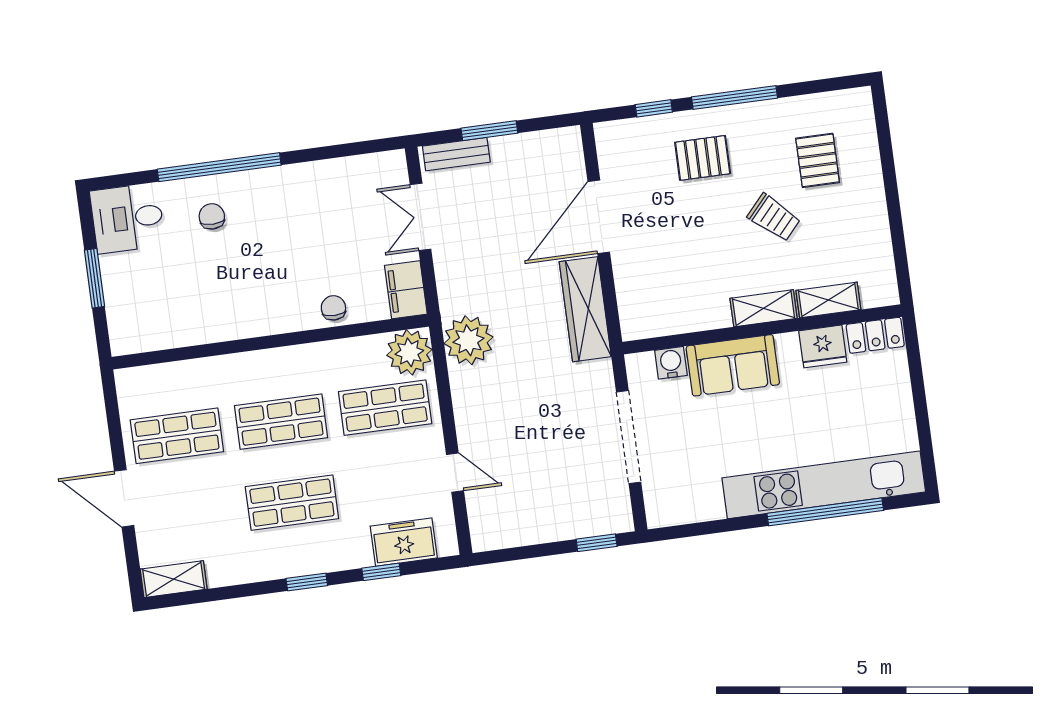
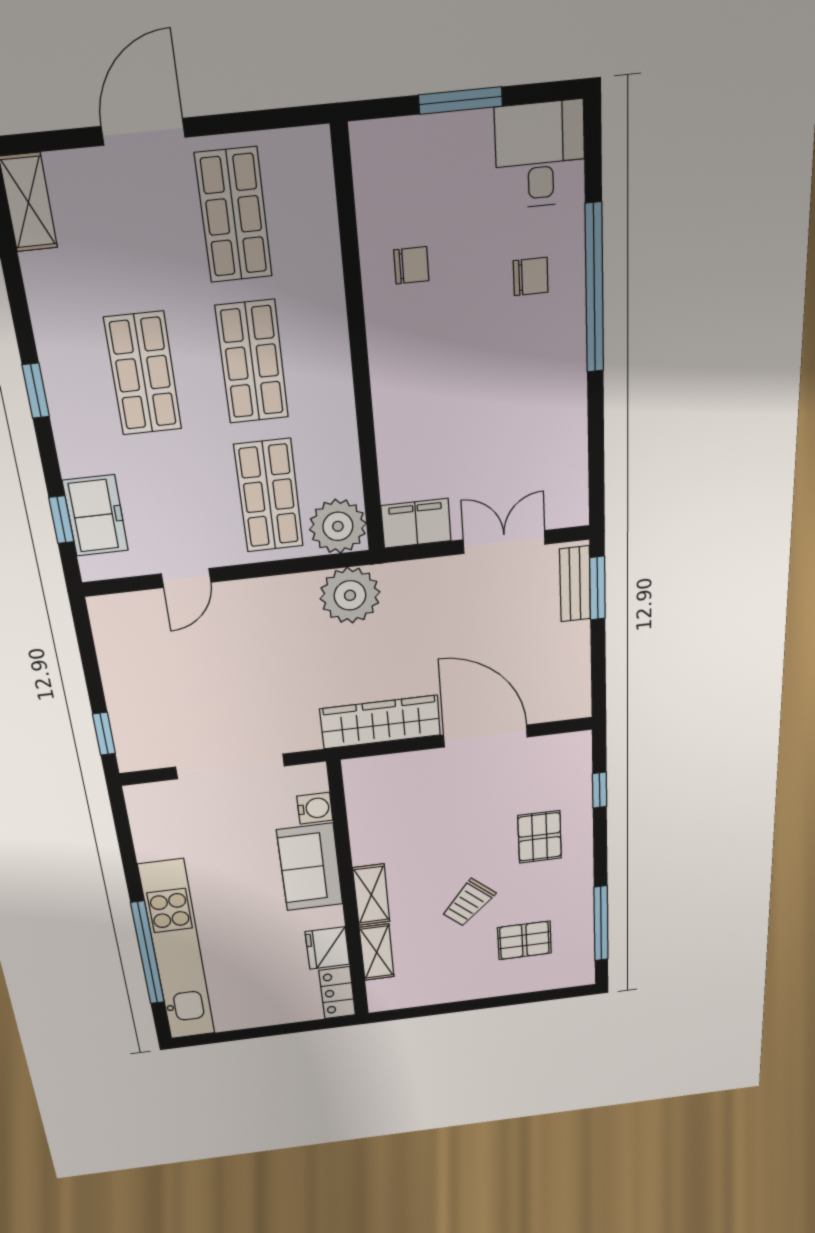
window: (734, 97) -> (601, 924), moved
window: (489, 131) -> (597, 588), moved
chair: (333, 308) -> (411, 265), moved
window: (381, 572) -> (61, 520), moved

